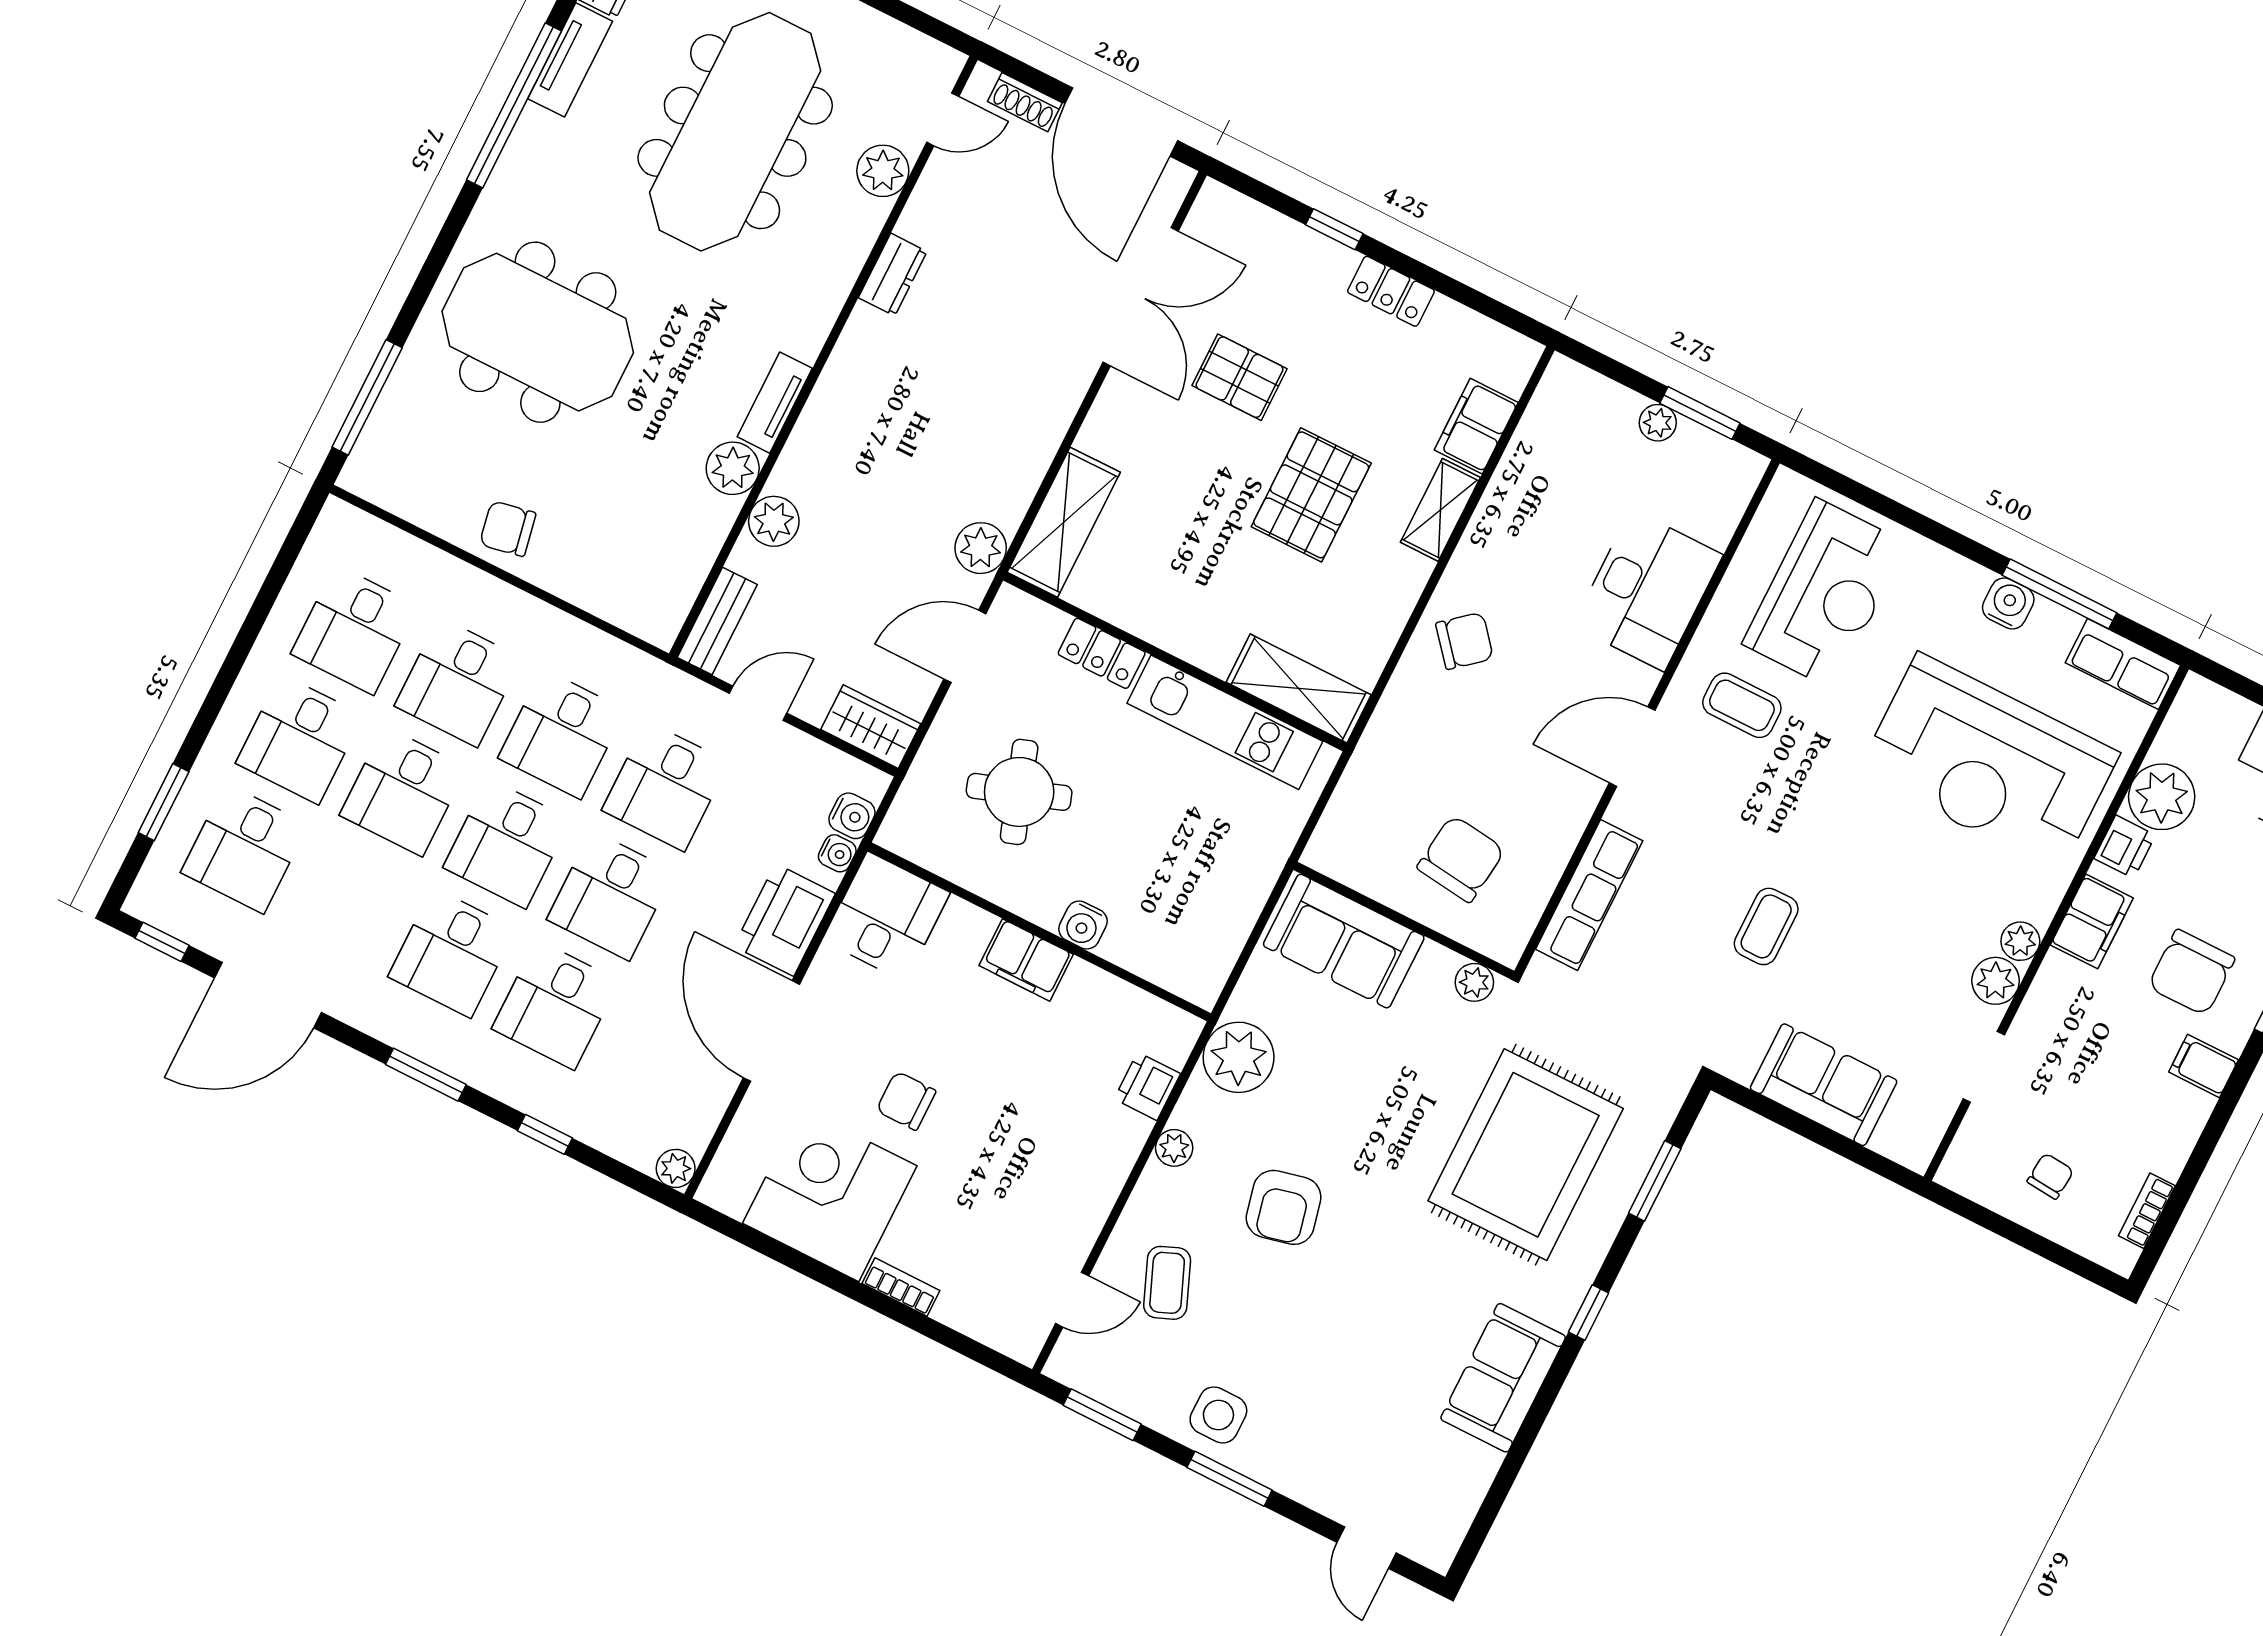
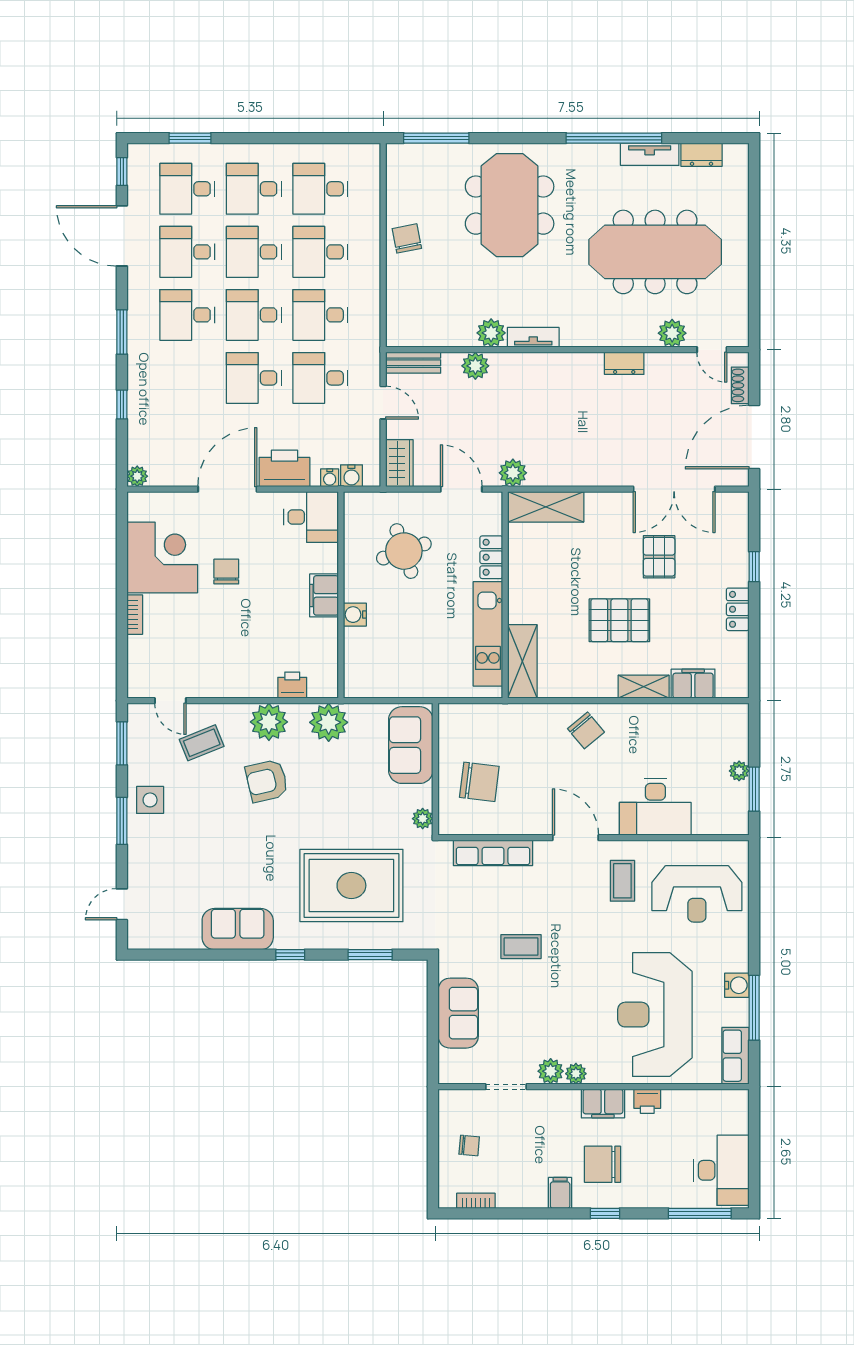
plant: (2162, 797) -> (681, 1107), removed
desk: (555, 1005) -> (187, 252), moved
plant: (1174, 1148) -> (269, 722), width x1.87, depth x1.87

